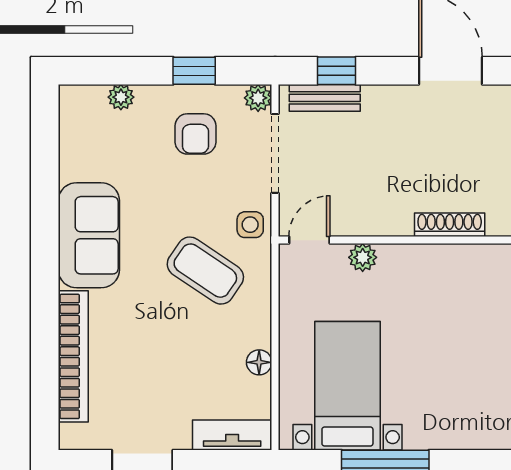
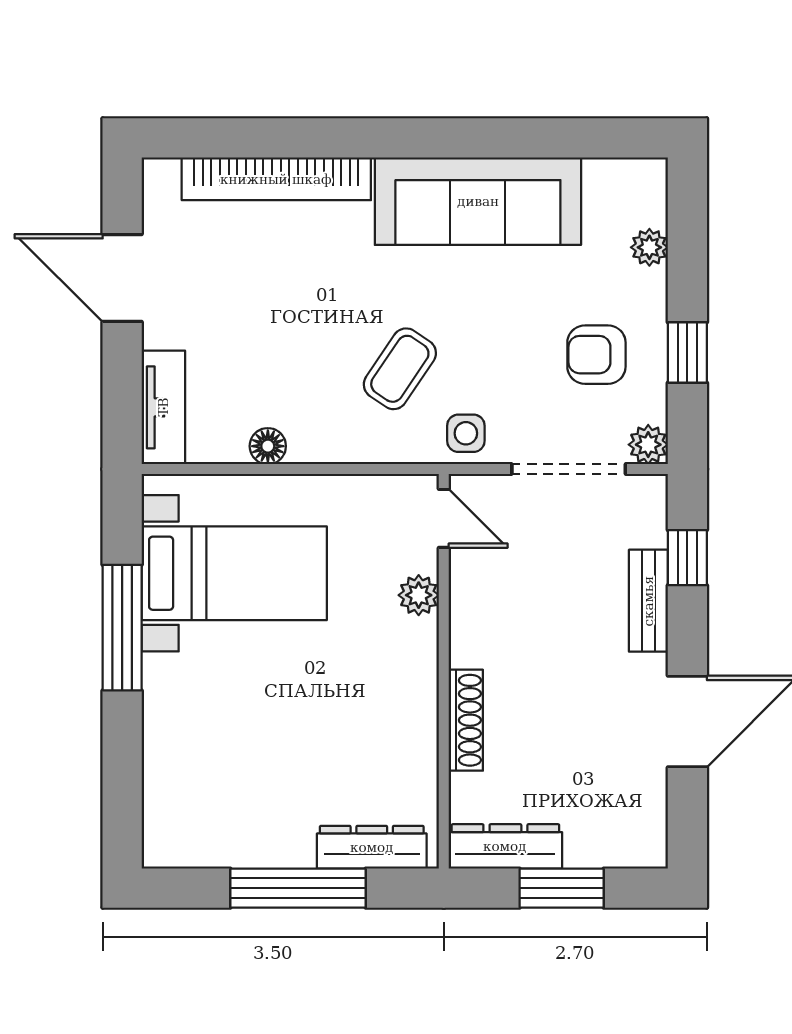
bench: (325, 98) -> (648, 601), moved
sofa: (89, 235) -> (478, 201), width x1.36
coffee table: (205, 271) -> (400, 369), width x0.73, depth x0.77

